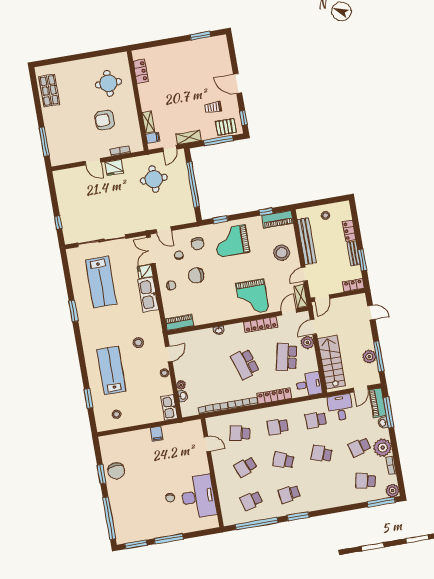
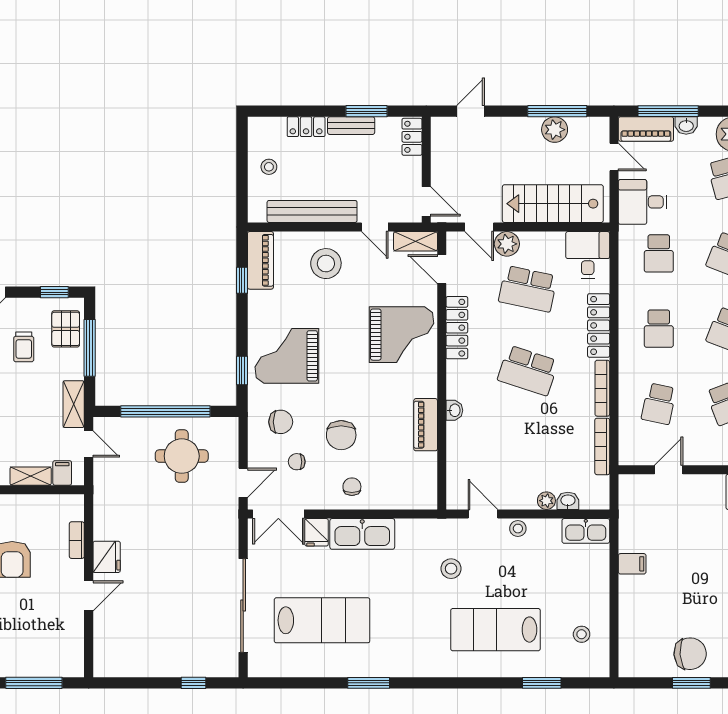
round table: (154, 179) -> (182, 456), moved
grand piano: (232, 241) -> (287, 356), turned 90
piano: (179, 322) -> (426, 425), moved
school desk: (245, 364) -> (528, 371), turned 36

